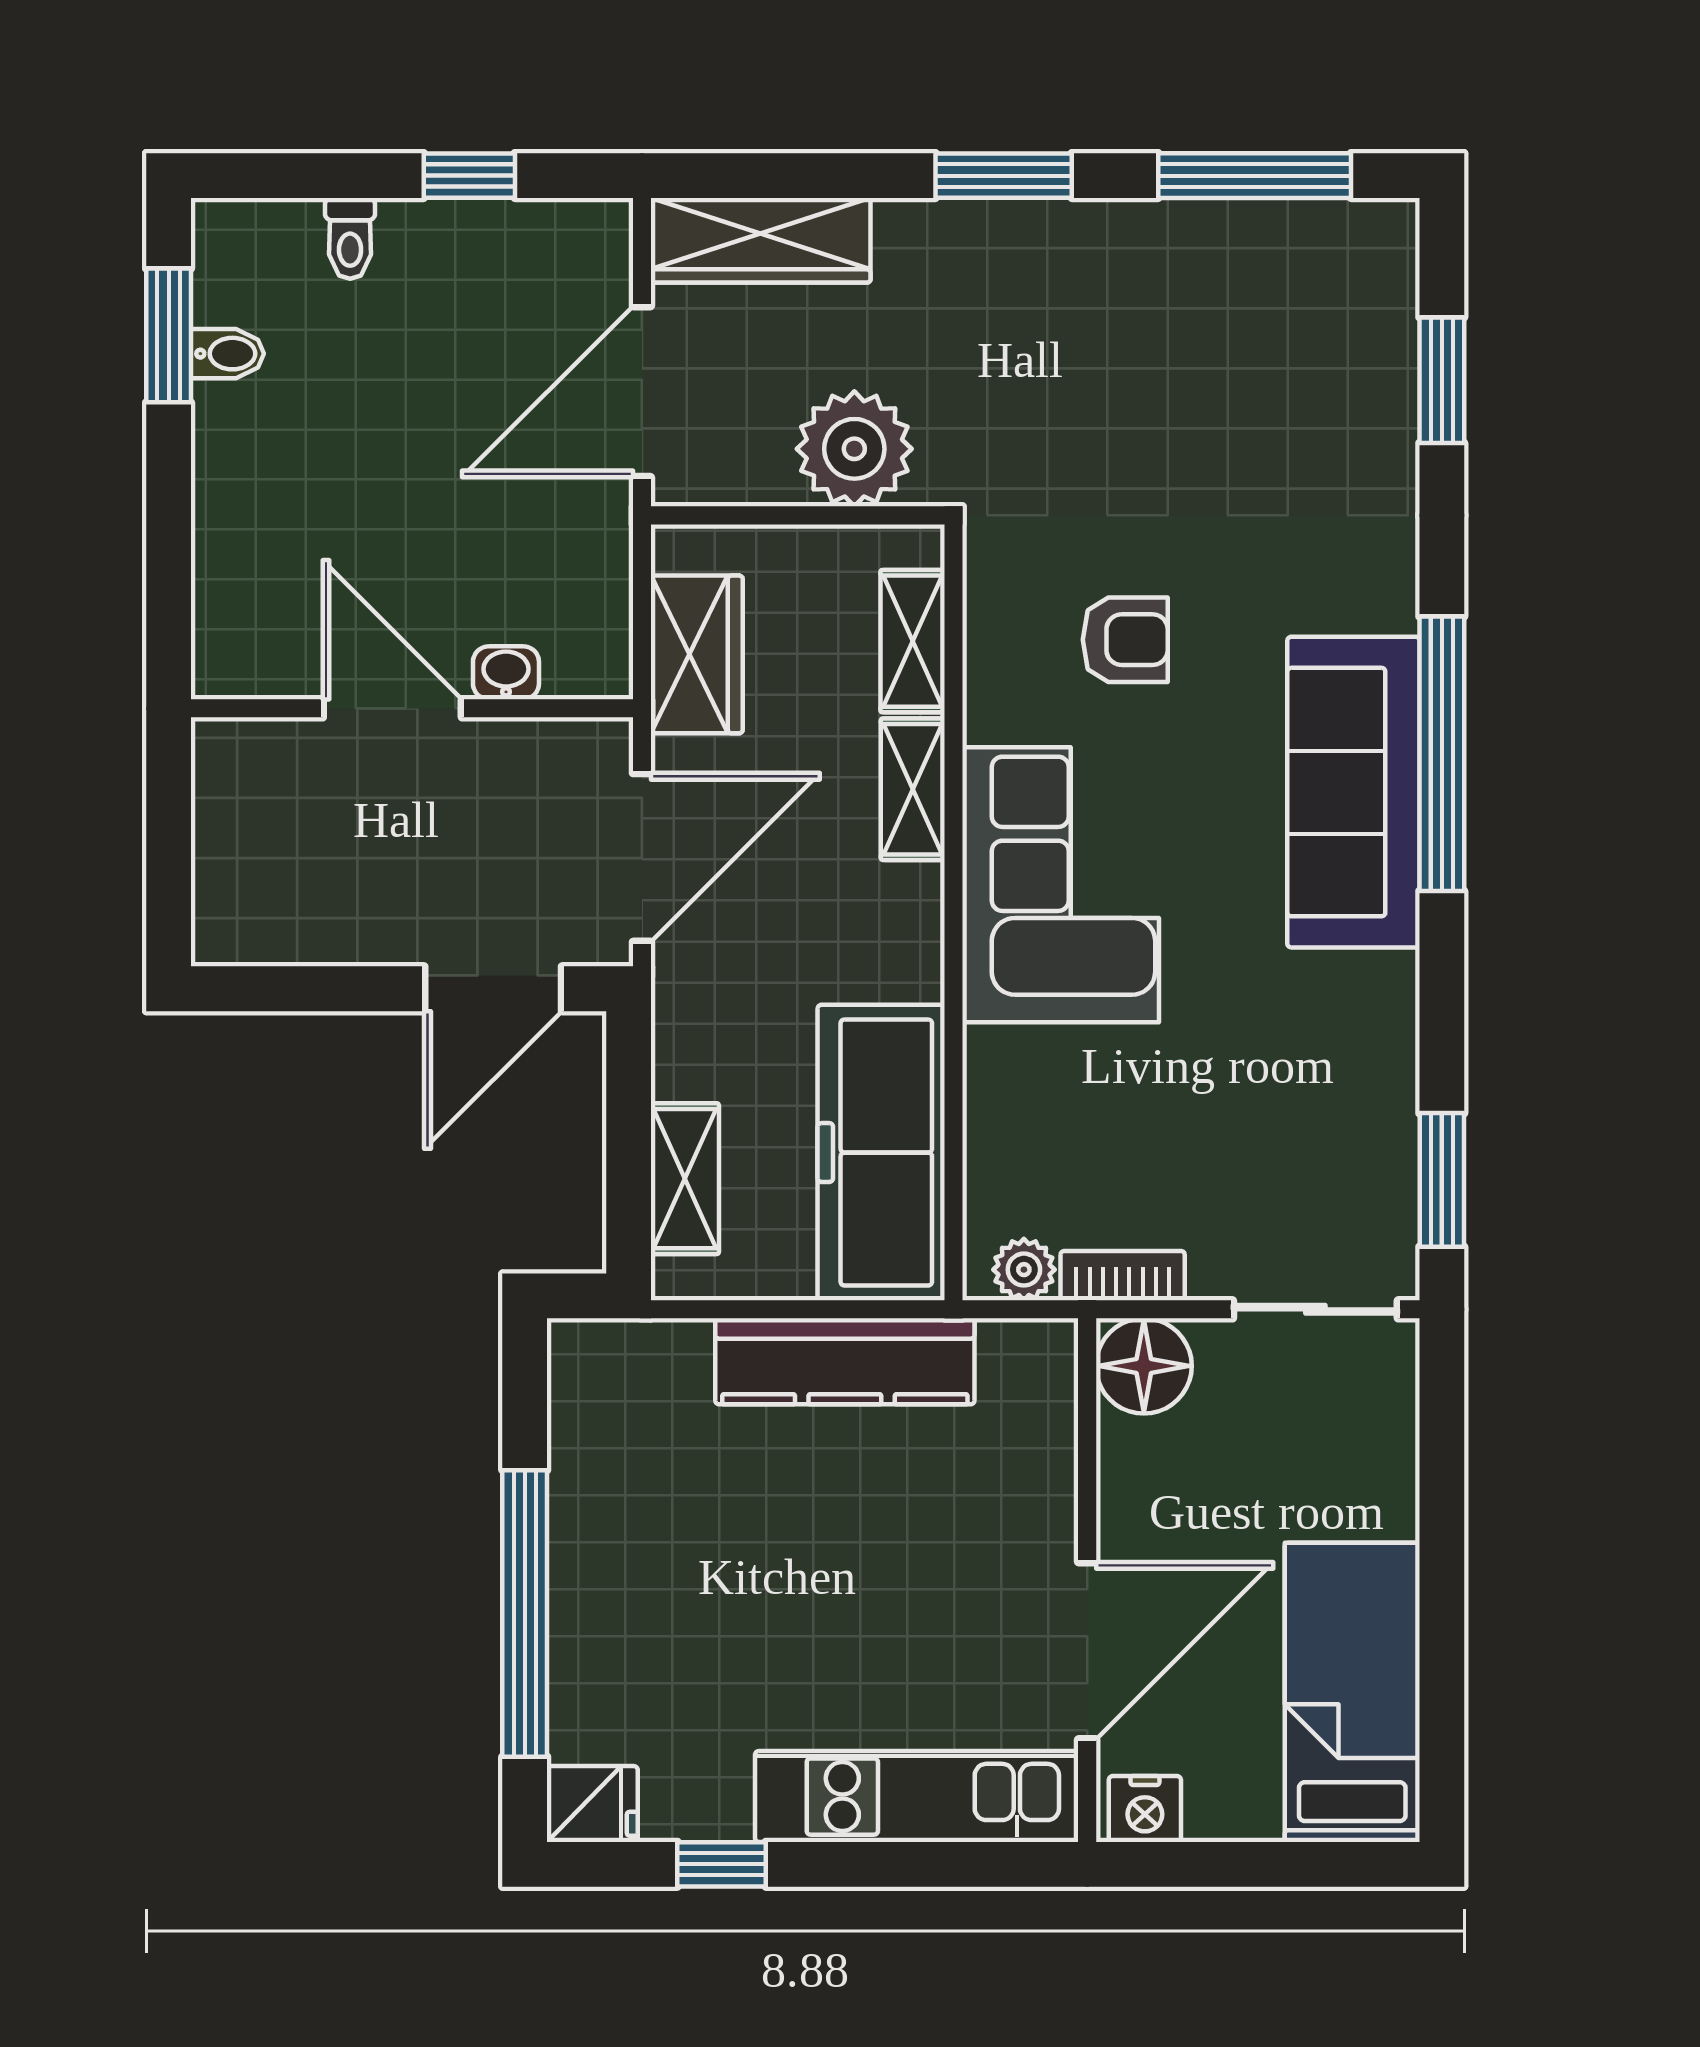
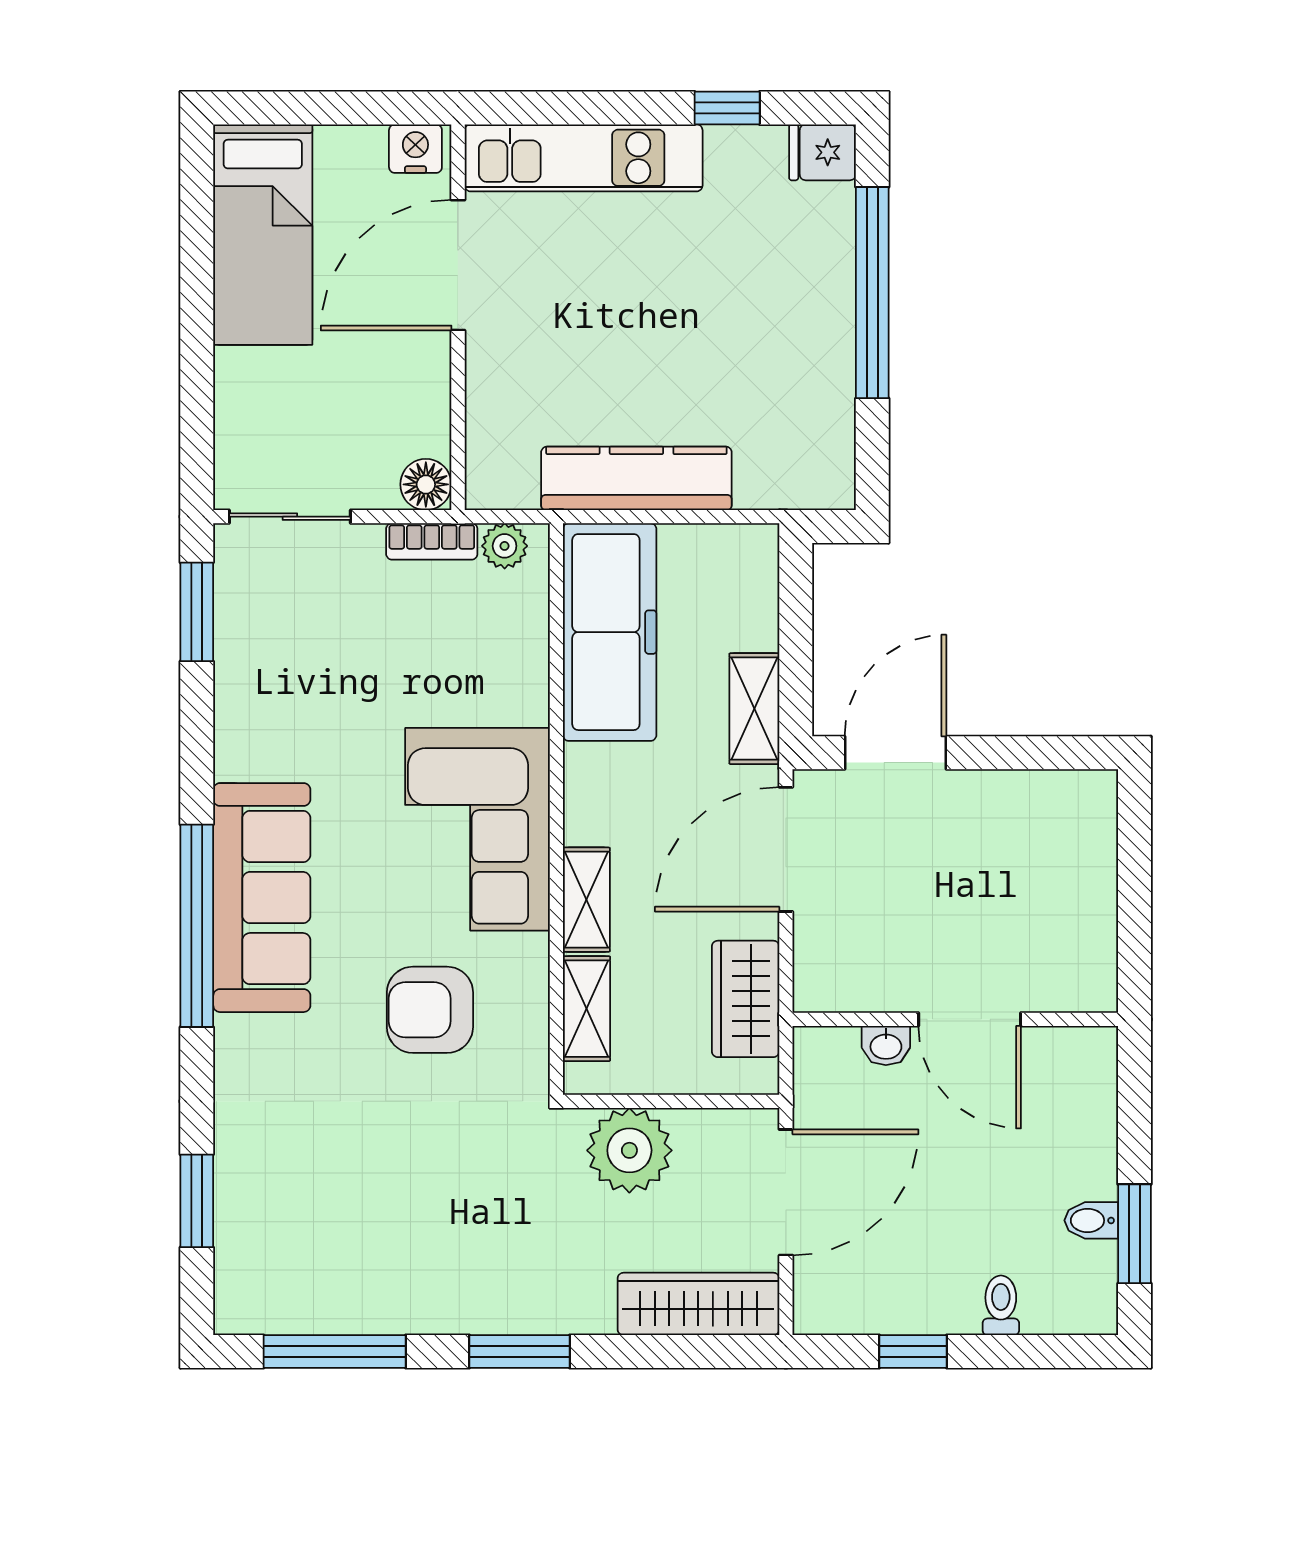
armchair: (1125, 640) -> (430, 1010), width x1.38, depth x1.38
washbasin: (506, 673) -> (886, 1046), moved
door: (392, 708) -> (970, 1019), moved
wall: (412, 708) -> (955, 1019), moved
shelving: (685, 1179) -> (754, 709), moved
floor lamp: (1144, 1366) -> (426, 484), width x0.73, depth x0.73

